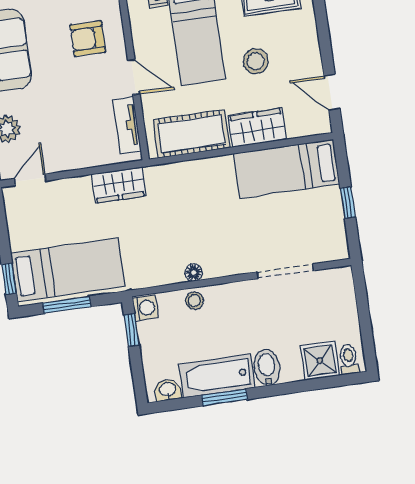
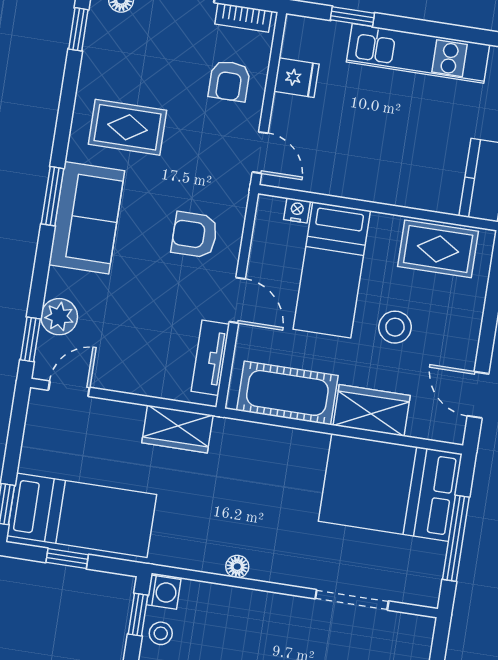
bed: (287, 169) -> (390, 488), width x1.50
window: (348, 203) -> (456, 538), width x2.17
stool: (194, 301) -> (161, 633), moved
window: (67, 305) -> (67, 559), width x0.67

